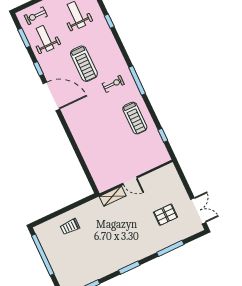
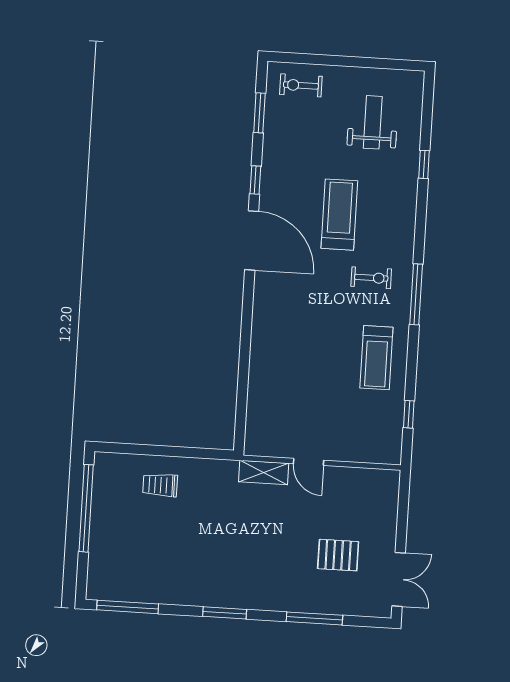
weight bench: (45, 38) -> (296, 133), removed
treadmill: (84, 64) -> (339, 215), turned 180

